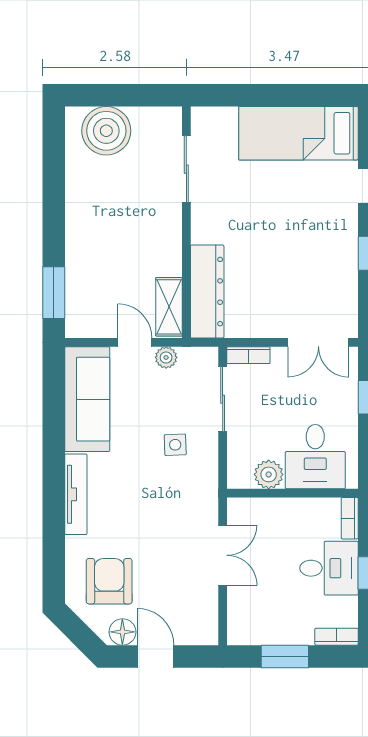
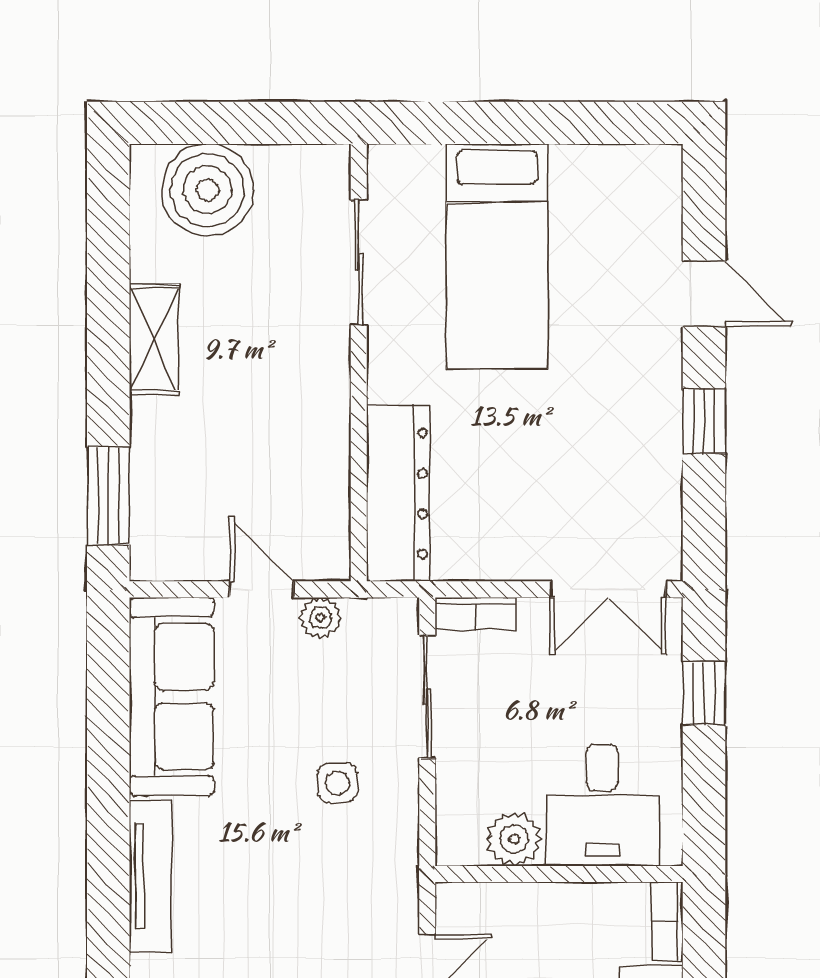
bed: (298, 133) -> (497, 256), moved, turned -90
shelving: (169, 307) -> (154, 339), moved

